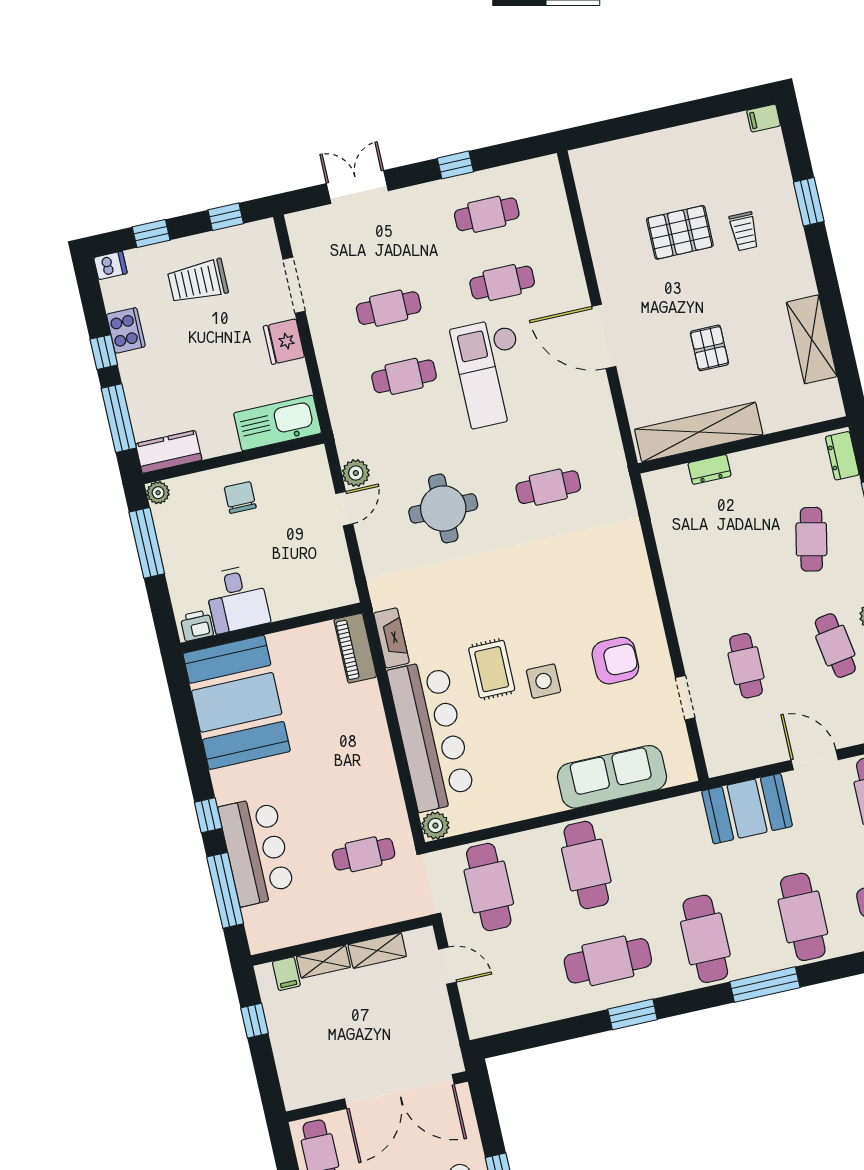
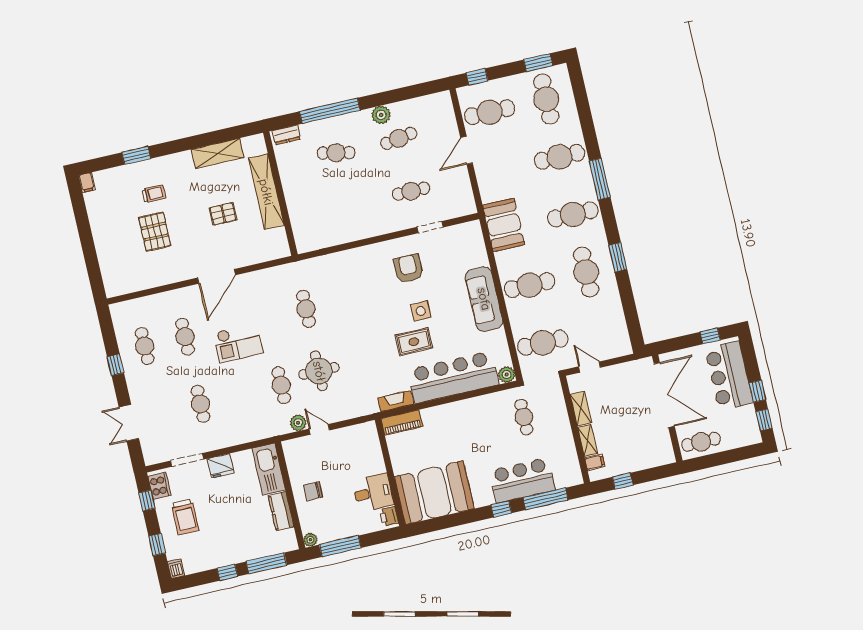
cooker: (126, 330) -> (159, 486), moved, turned 90
checkout: (491, 372) -> (238, 343), width x0.73, depth x0.83
cafe table: (404, 376) -> (281, 385), moved
shelving: (699, 432) -> (266, 192), moved
kitchen counter: (169, 452) -> (281, 511), moved
dresser: (710, 469) -> (295, 213), removed
sofa: (612, 777) -> (484, 299), moved
booth: (747, 809) -> (504, 225), moved
door: (447, 966) -> (590, 367), hinge flipped

